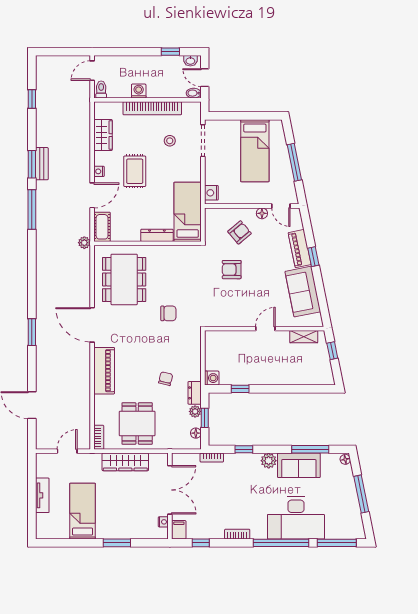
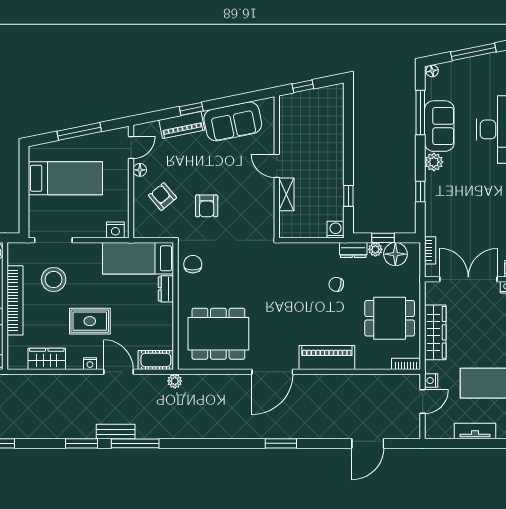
stool: (170, 141) -> (54, 279), width x1.89, depth x1.89
bench: (42, 164) -> (116, 432), moved
dresser: (157, 235) -> (166, 289), width x0.70
chair: (168, 313) -> (193, 264), moved
shelving: (304, 337) -> (286, 194), moved
floor lamp: (196, 433) -> (395, 254), width x1.89, depth x1.89
door: (67, 451) -> (423, 402), swing flipped
nightstand: (85, 458) -> (431, 381), added
bookcase: (212, 458) -> (430, 250), moved

